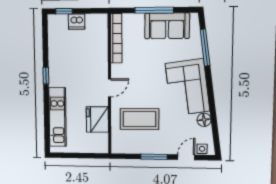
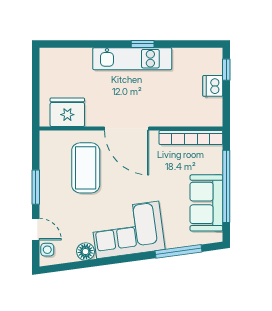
window: (154, 10) -> (226, 186), width x1.46
door: (109, 88) -> (127, 129), width x1.87
kitchen unit: (58, 117) -> (132, 59), moved
fridge: (97, 119) -> (67, 112), moved

